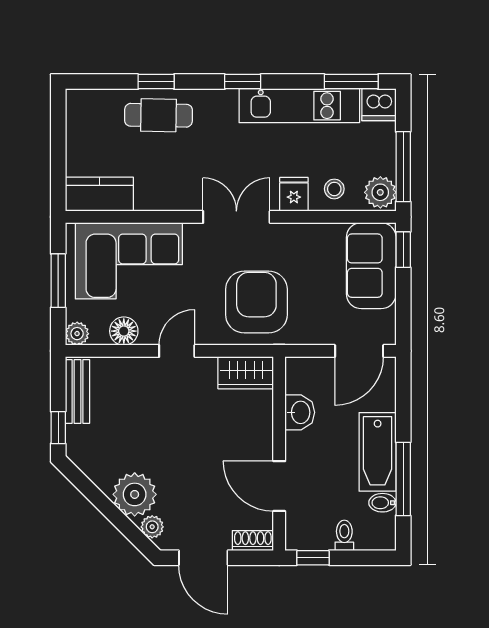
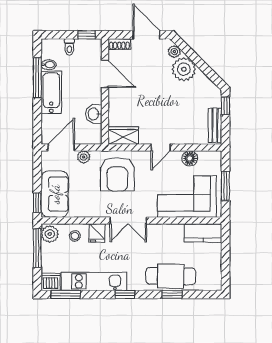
cafe table: (159, 115) -> (171, 276), width x1.37, depth x1.35
plant: (77, 334) -> (84, 157), moved

